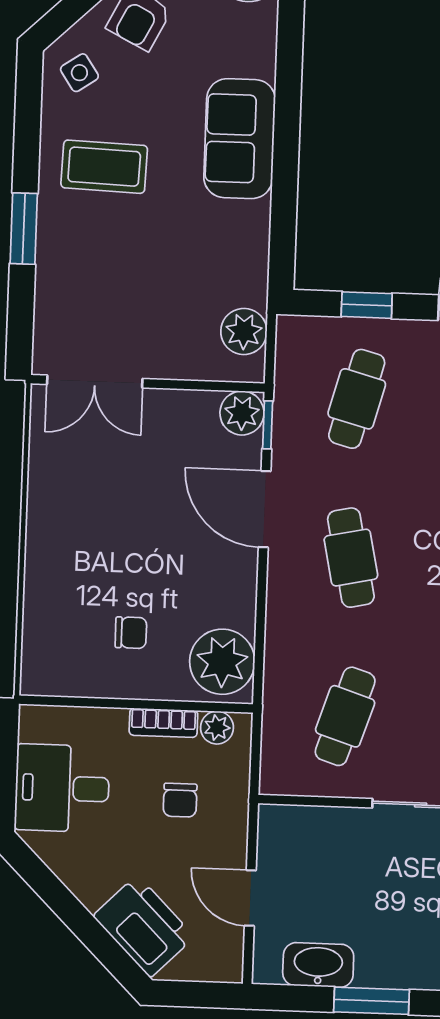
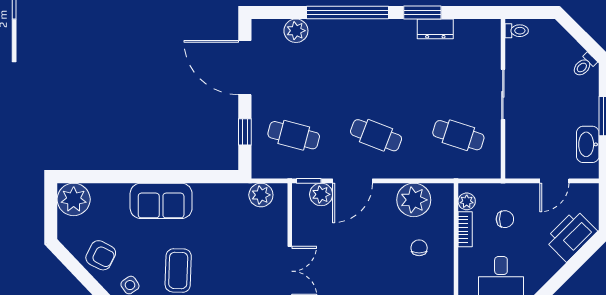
plant: (242, 413) -> (321, 194), moved
cafe table: (351, 558) -> (376, 135), turned 33
plant: (222, 662) -> (414, 200), moved

